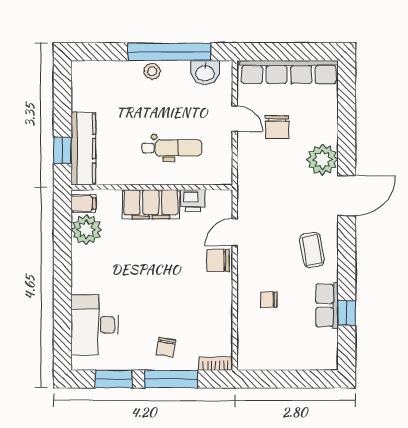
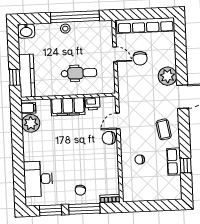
washbasin: (205, 72) -> (26, 31), moved

